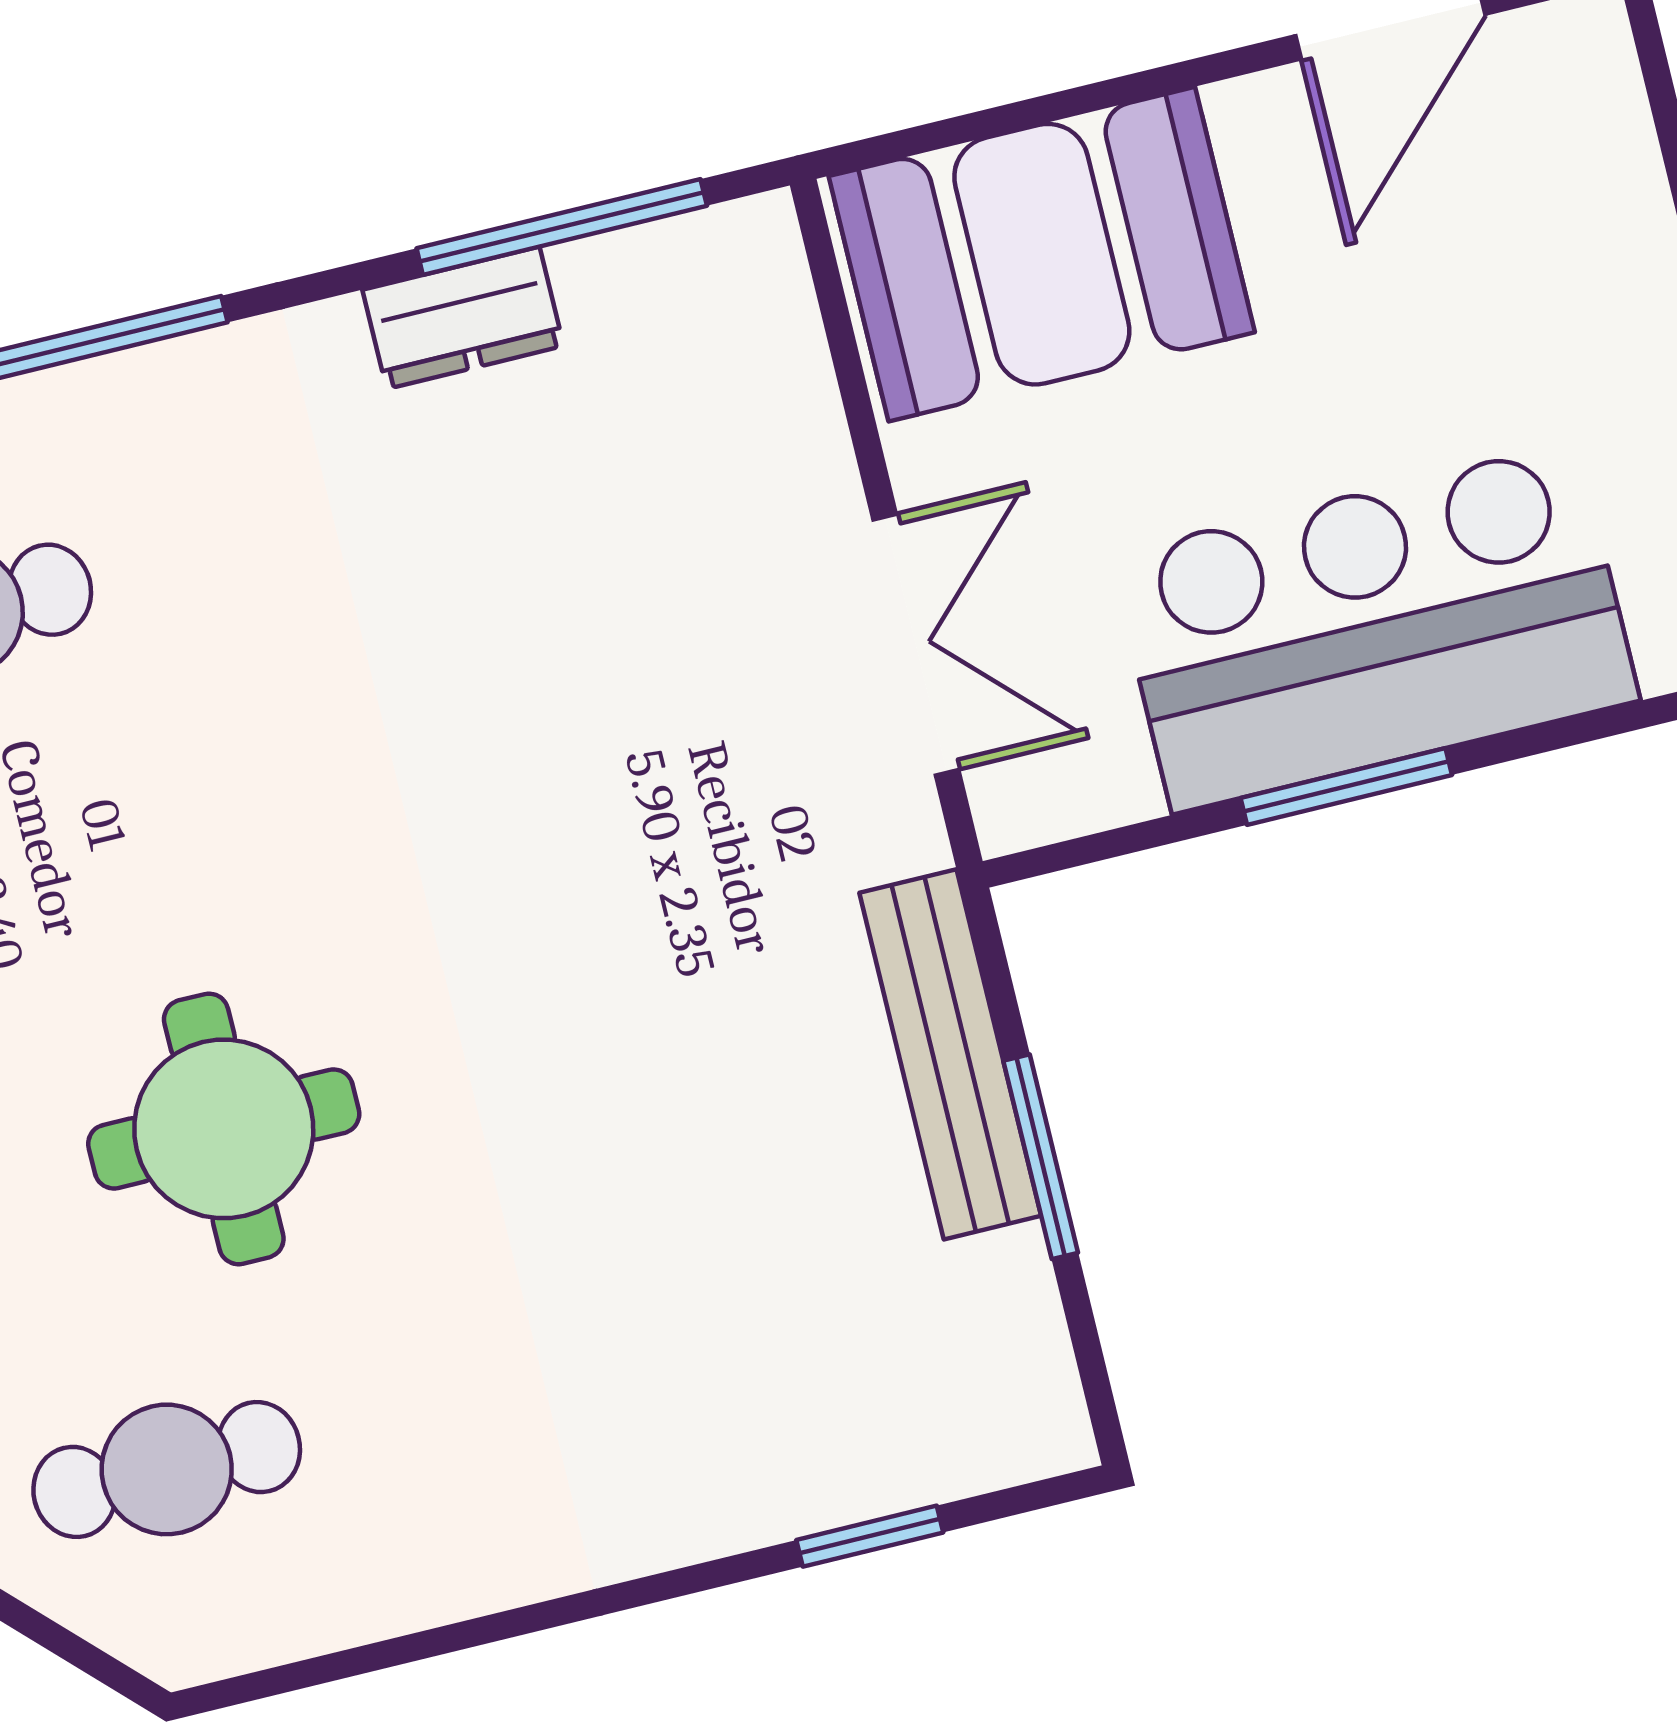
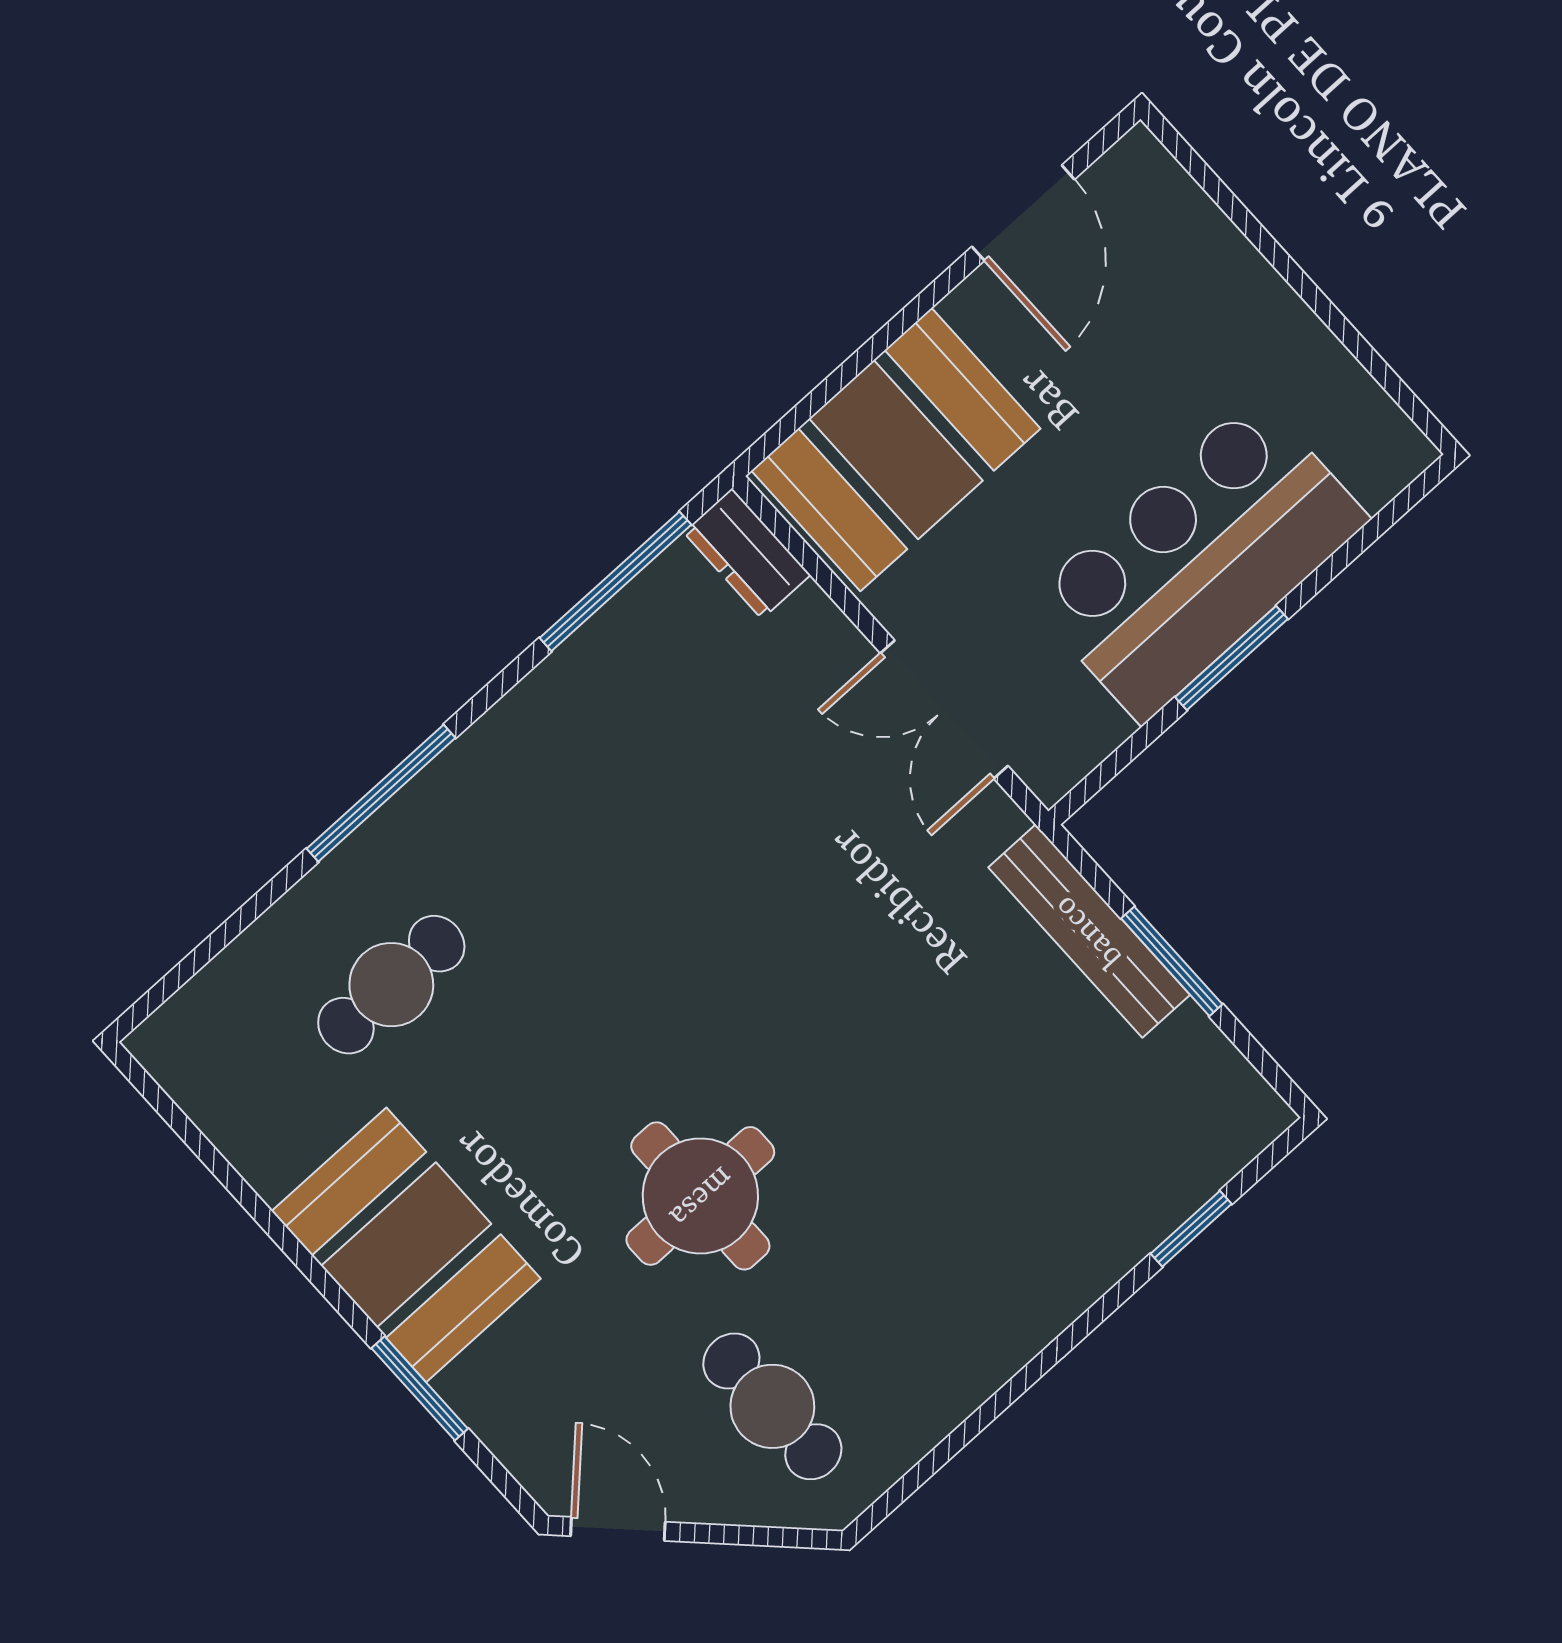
dresser: (463, 318) -> (747, 554), moved, turned 90
double door: (916, 645) -> (944, 709), swing flipped
cafe table: (167, 1469) -> (772, 1406), turned 90

